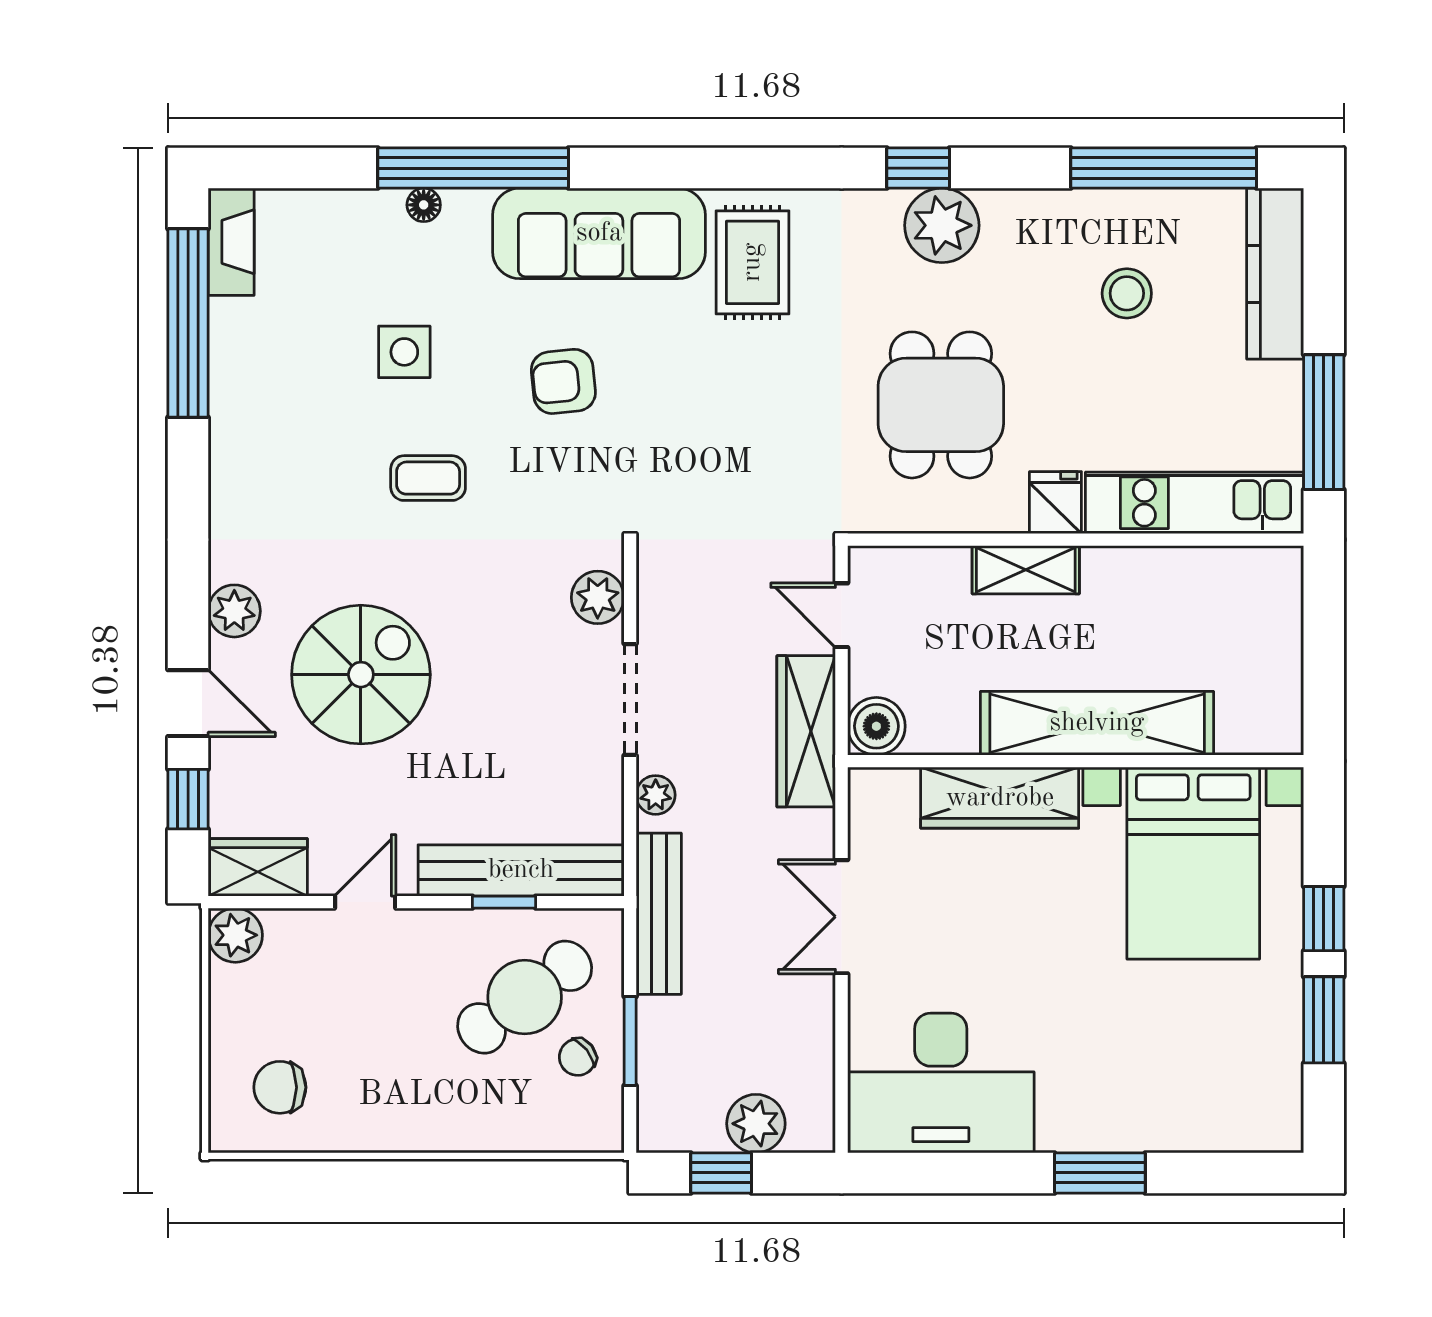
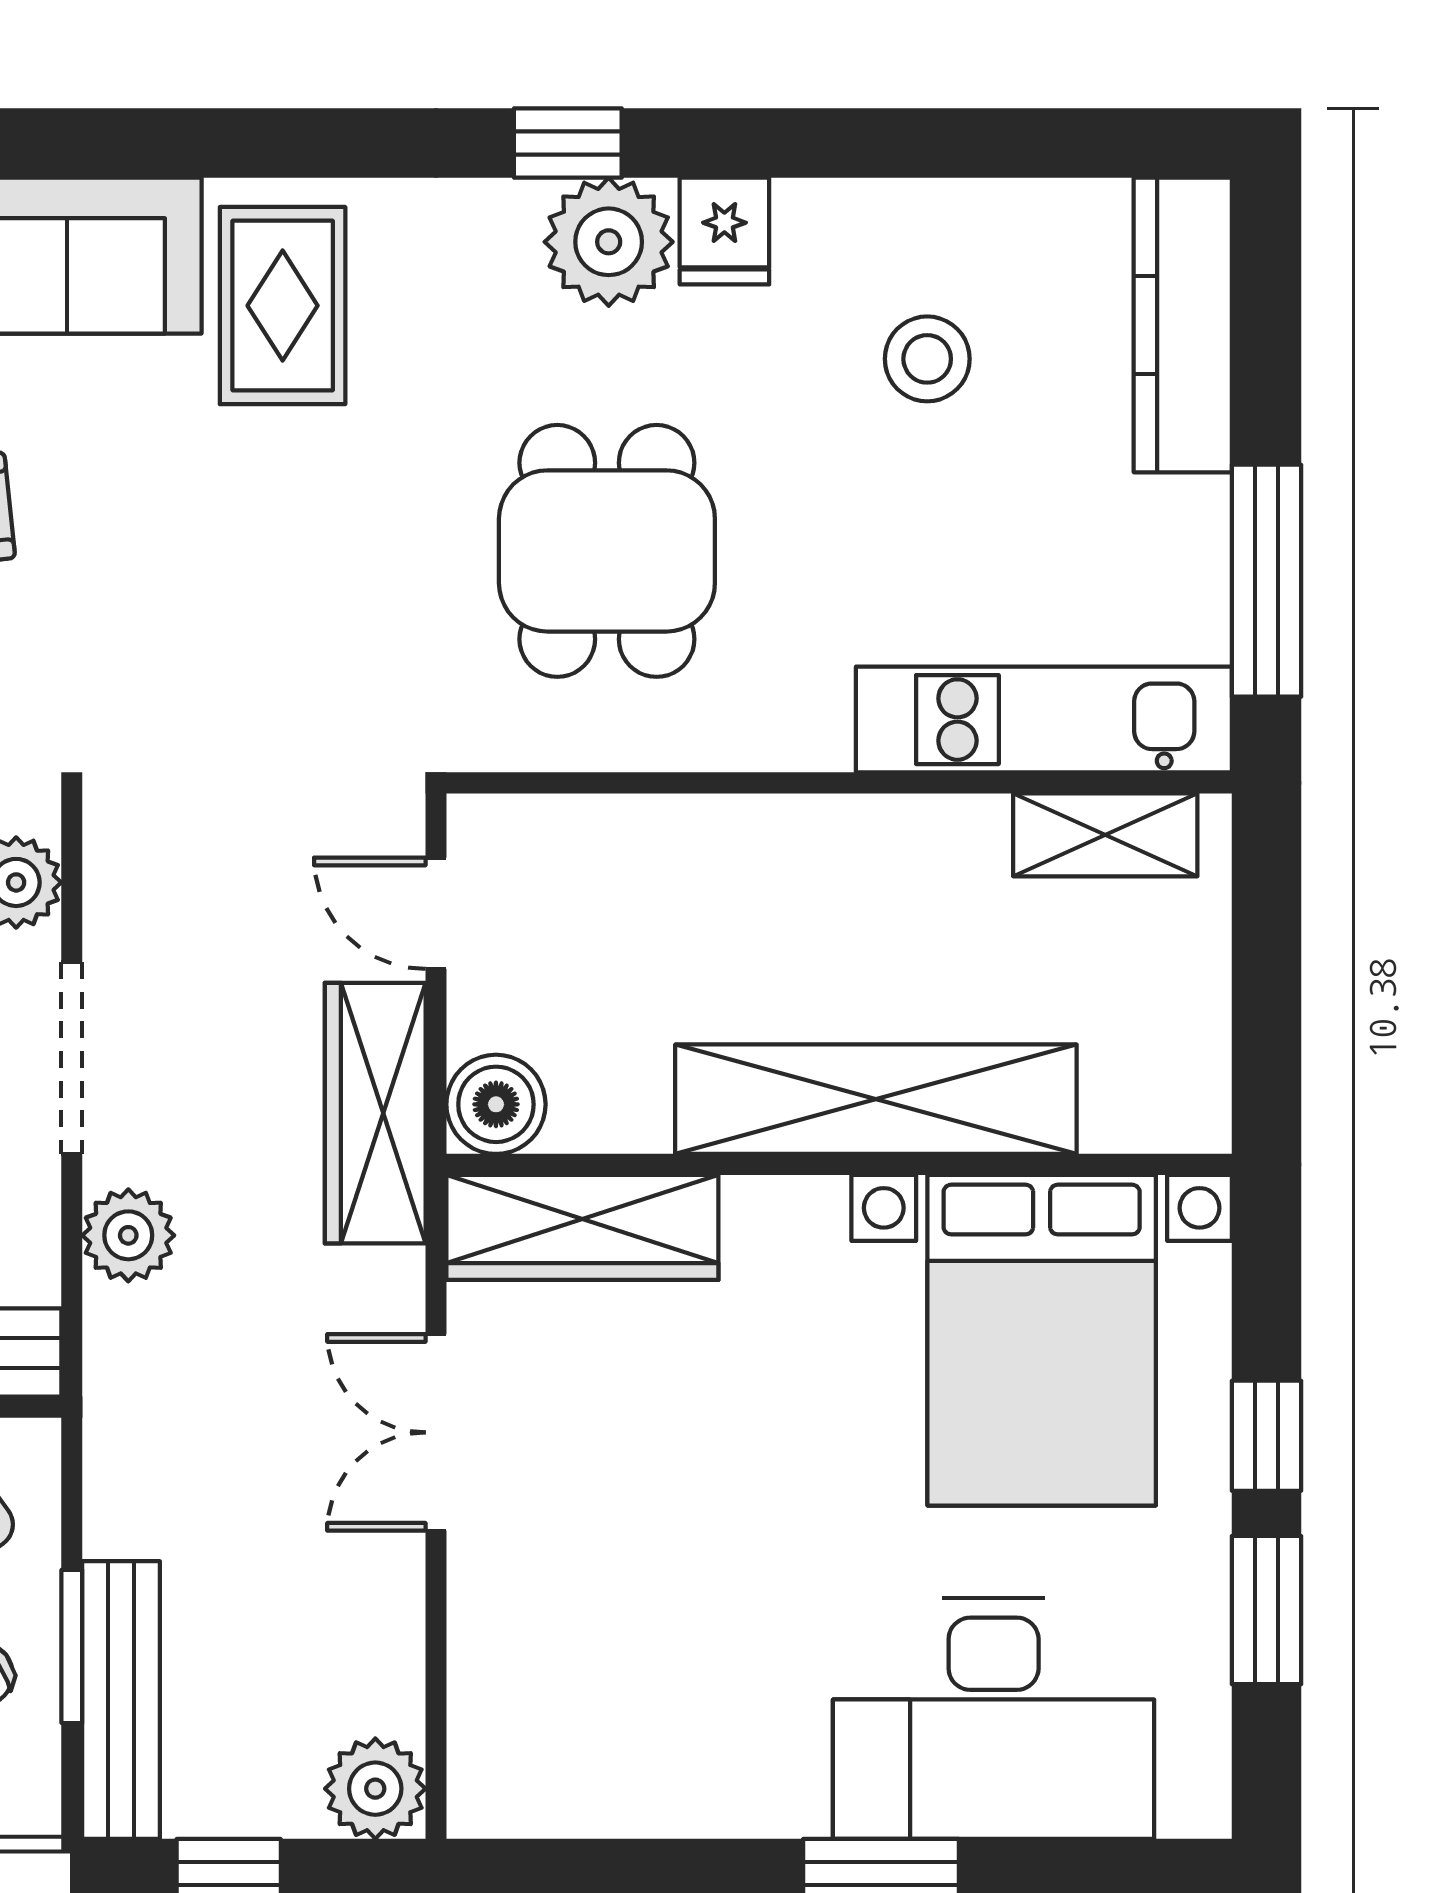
window: (1164, 168) -> (991, 143), removed
fridge: (1055, 503) -> (724, 231), moved, turned 180
shelving: (1026, 570) -> (1105, 835), moved
plant: (656, 795) -> (128, 1235), width x1.38, depth x1.38
wardrobe: (1000, 798) -> (582, 1227), moved
bench: (659, 914) -> (121, 1700), moved
desk: (941, 1083) -> (994, 1719), moved
plant: (756, 1124) -> (375, 1789), moved

